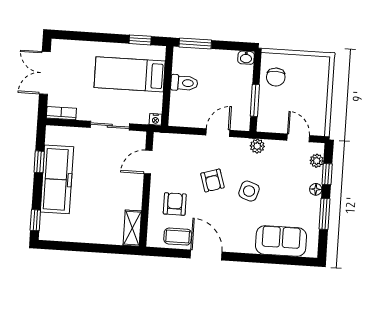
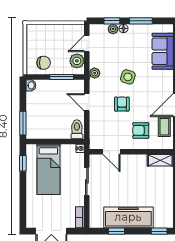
toilet: (184, 83) -> (77, 129), moved
plant: (275, 123) -> (77, 61), added
plant: (317, 161) -> (113, 29), moved
armchair: (212, 180) -> (122, 104), turned -73

